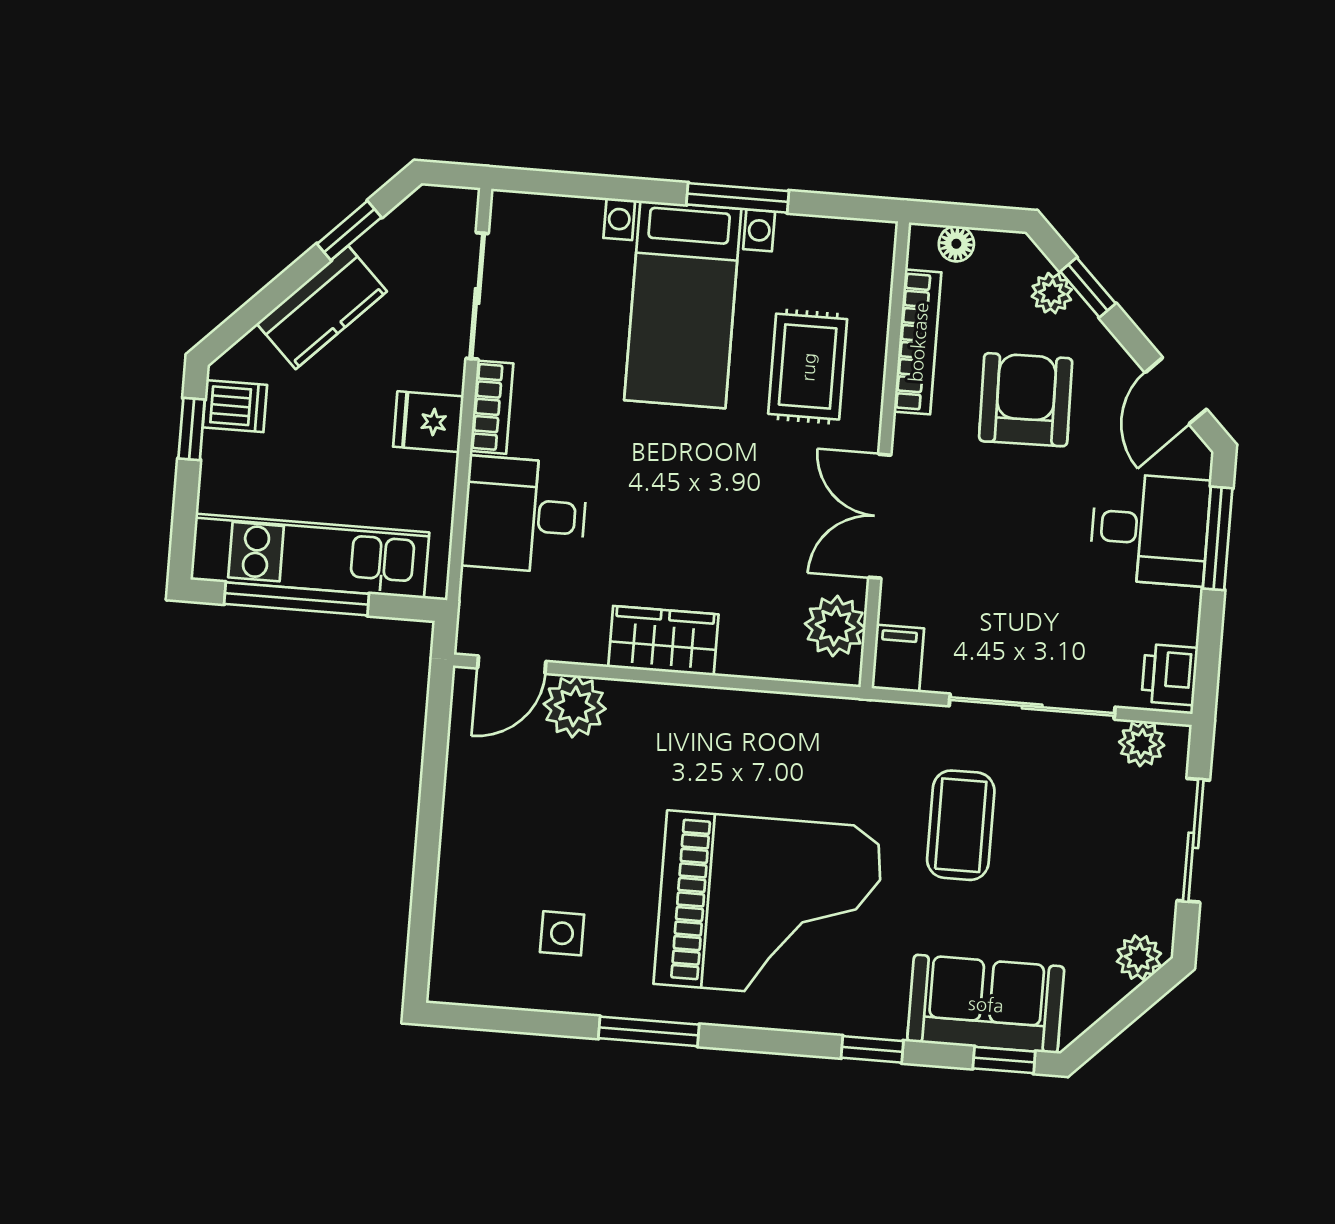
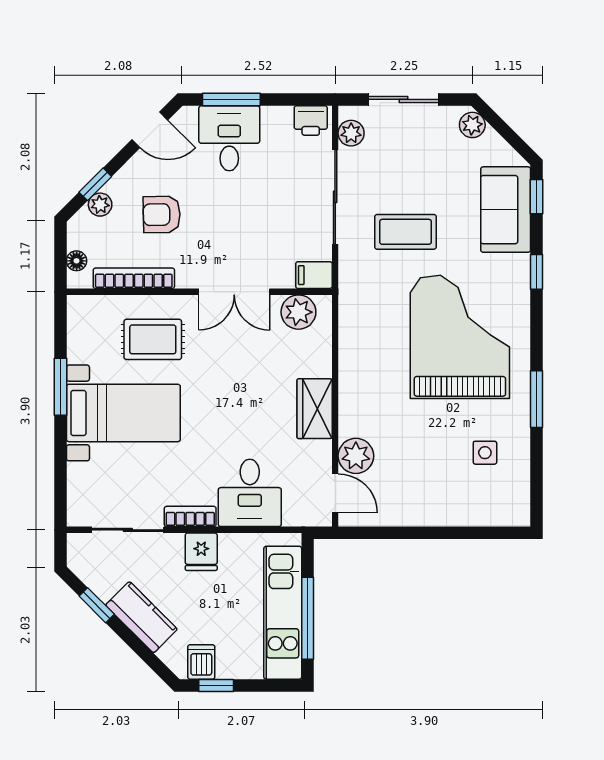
armchair: (1026, 400) -> (162, 214), width x0.72, depth x0.72

